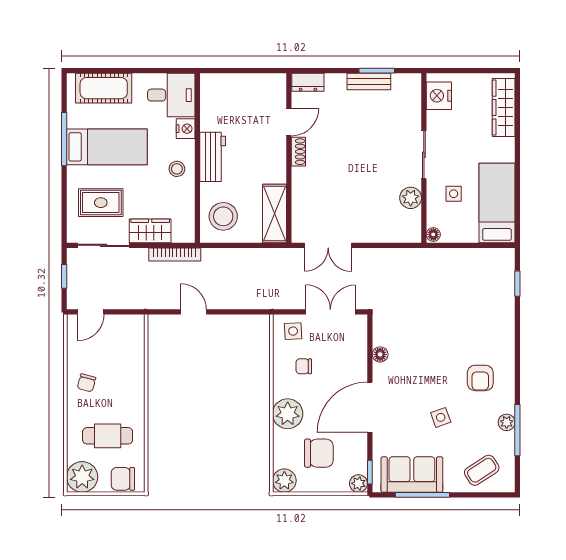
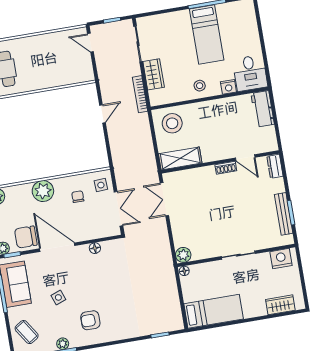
bench: (369, 82) -> (284, 214), width x1.36
cot: (104, 88) -> (247, 25), removed
wardrobe: (504, 108) -> (280, 305), width x0.67
workbench: (213, 157) -> (263, 109), moved, turned 90
side table: (454, 194) -> (215, 280), removed
plant: (411, 198) -> (183, 255), moved
rug: (101, 203) -> (167, 37), removed
chair: (87, 383) -> (41, 48), removed
chair: (319, 453) -> (26, 237), moved, turned 90

